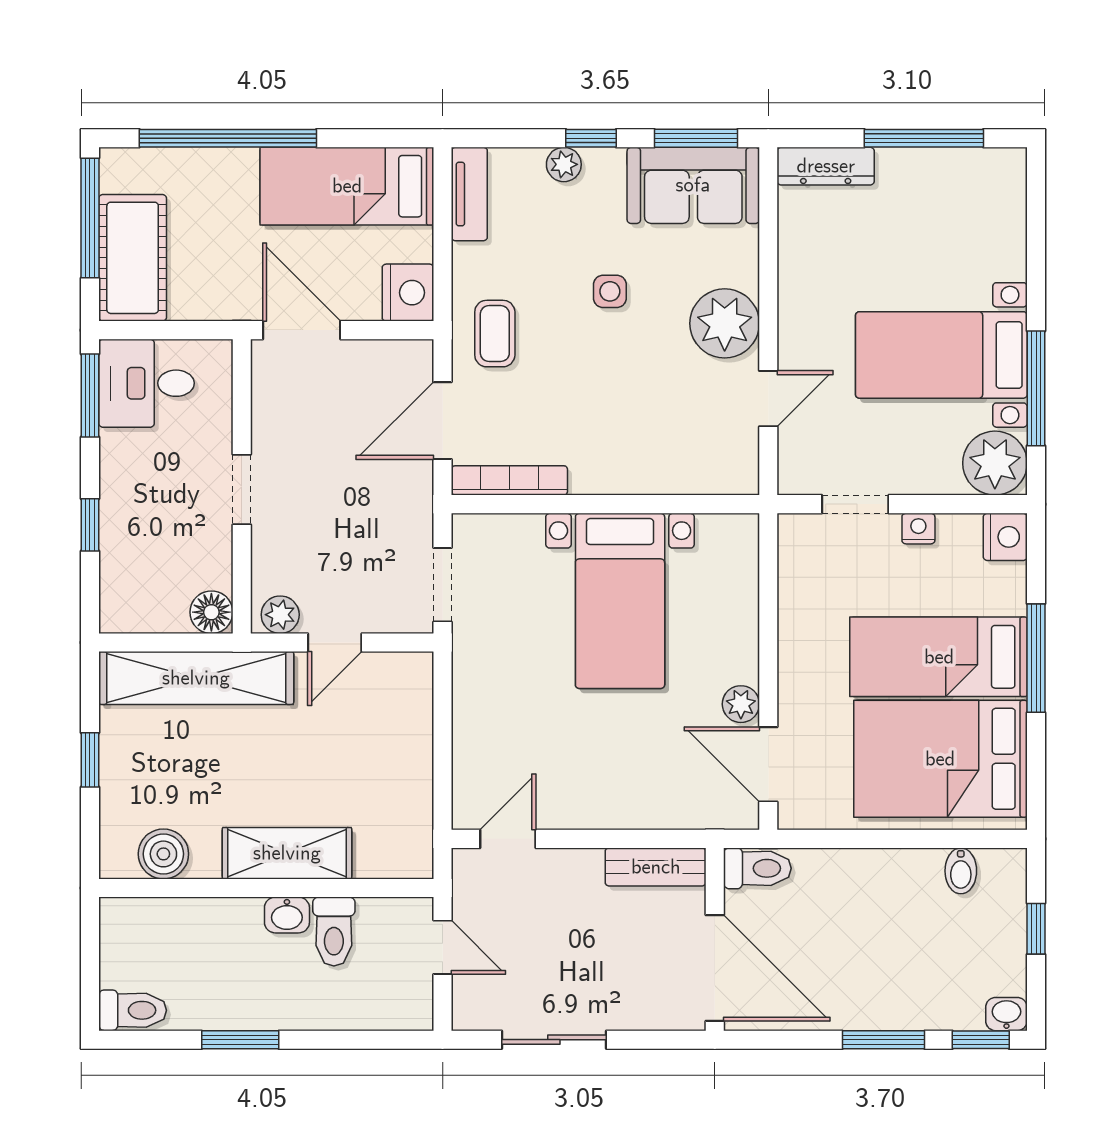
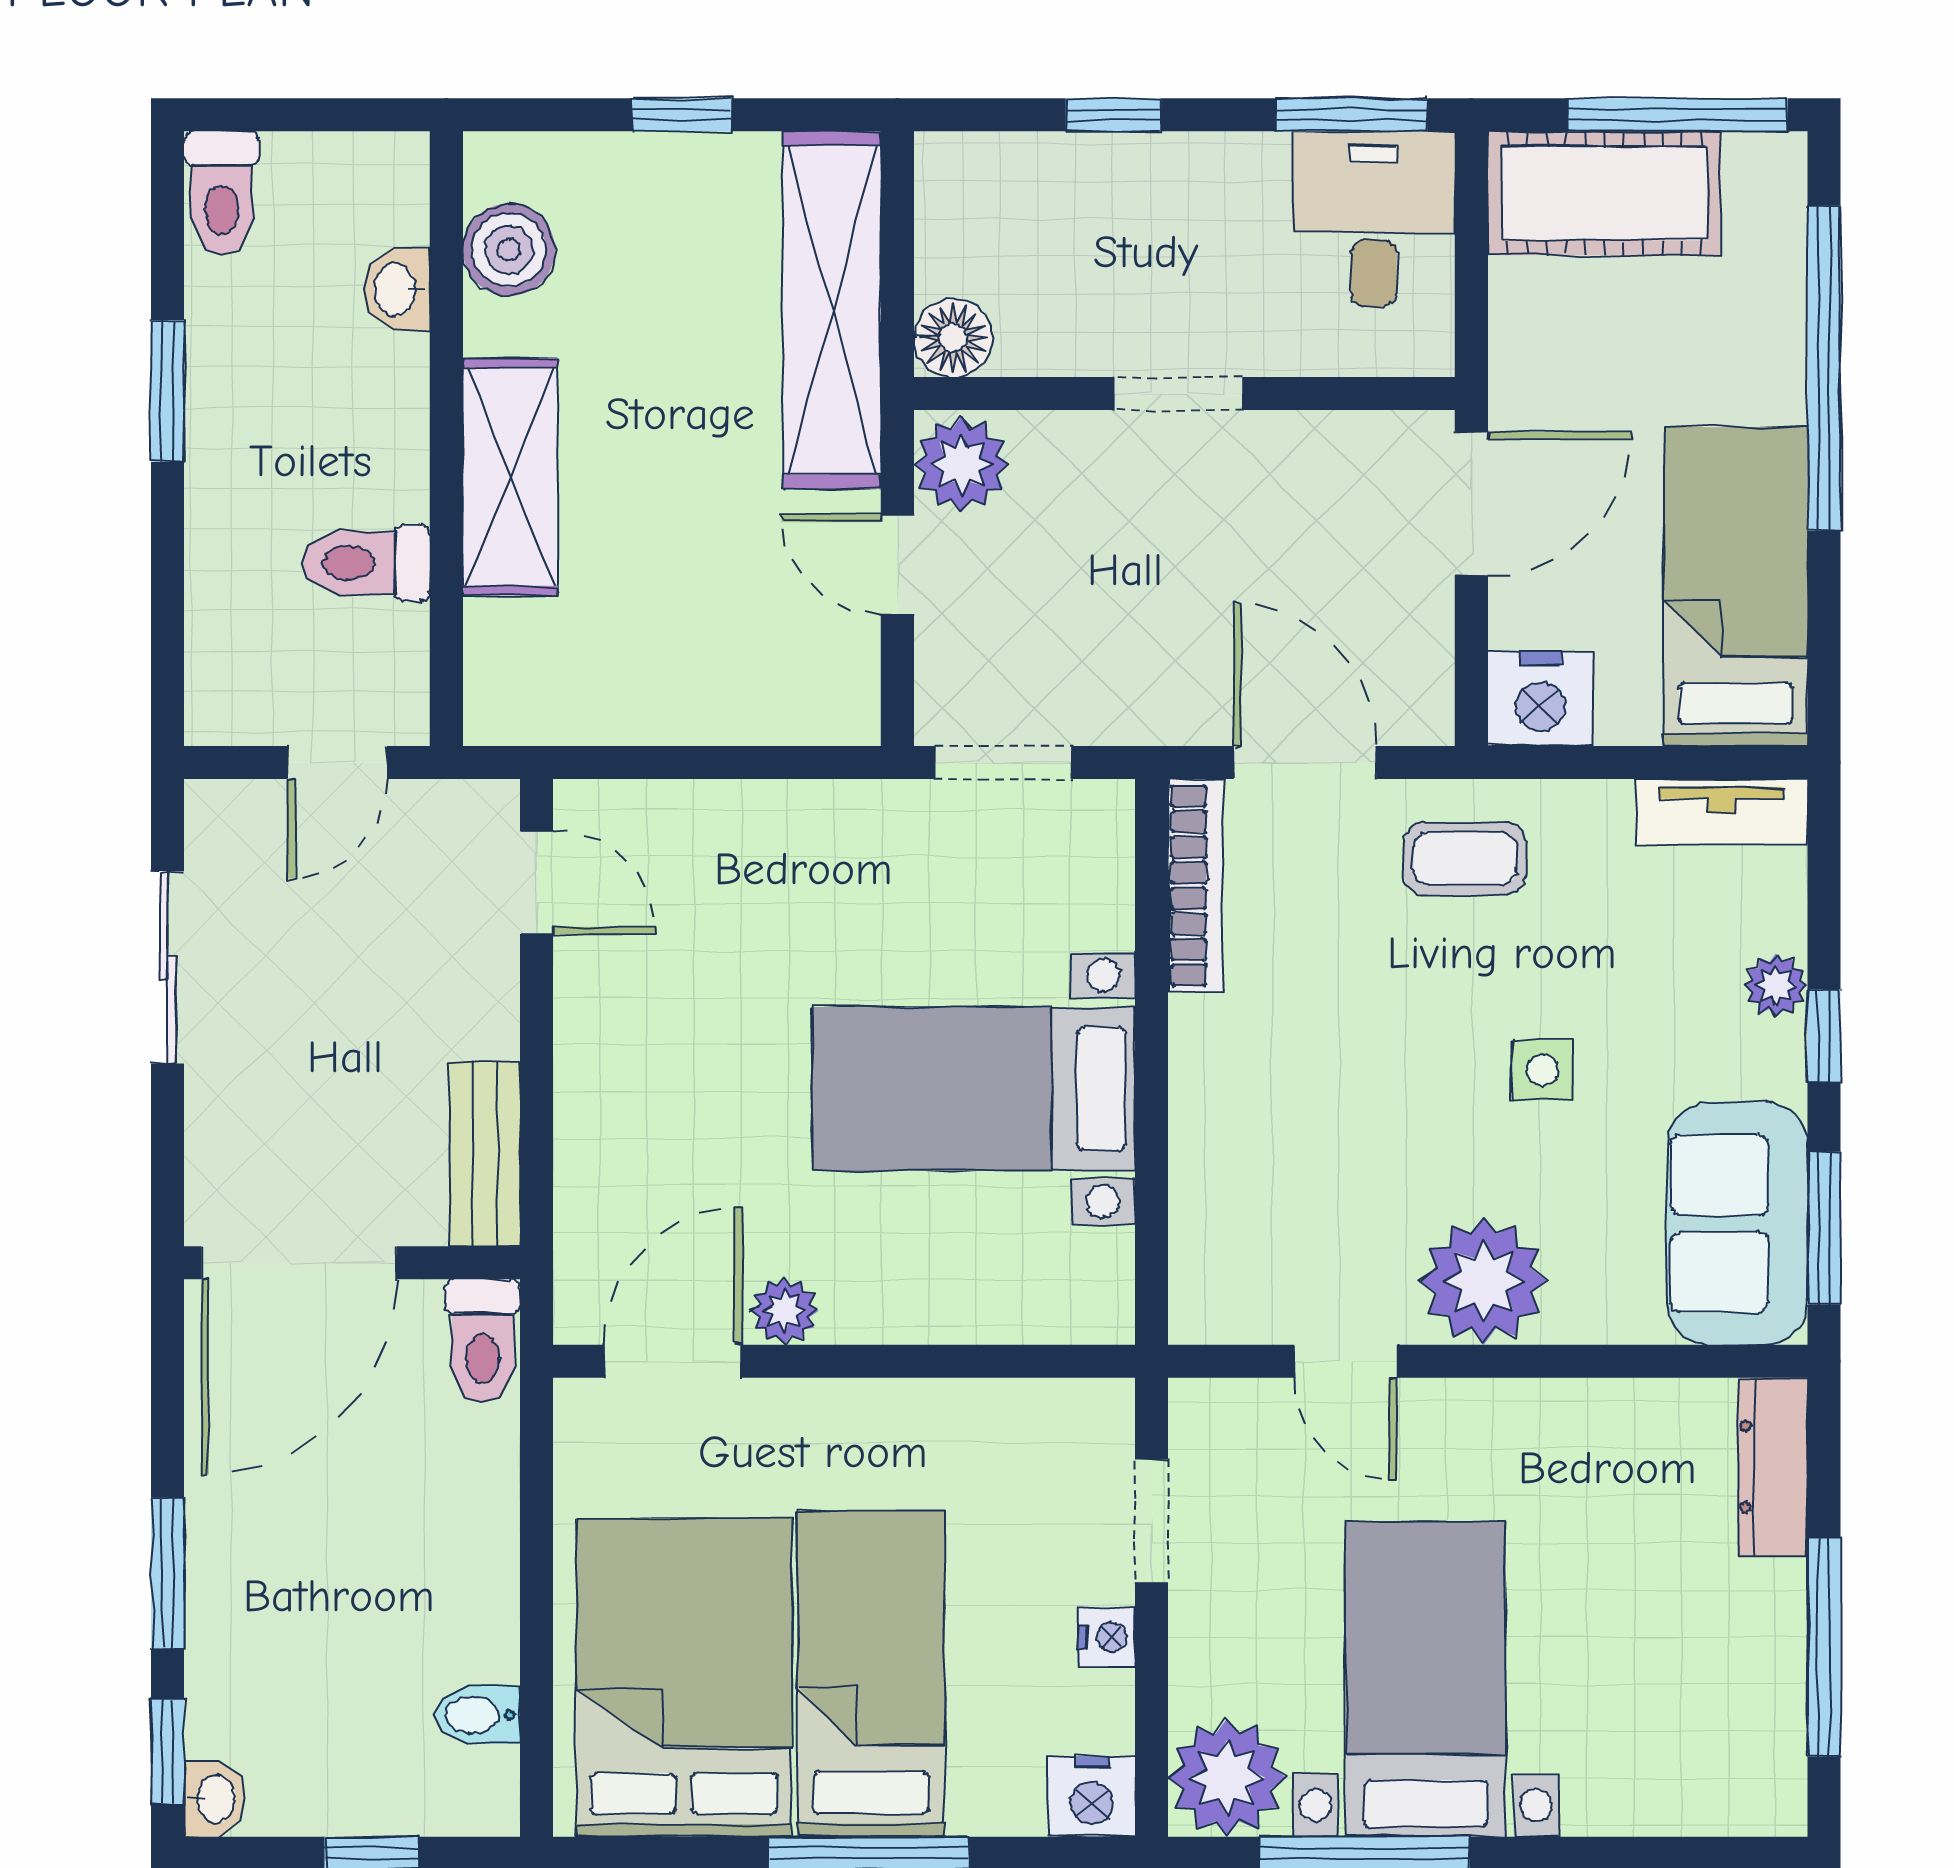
plant: (280, 615) -> (961, 464), width x1.38, depth x1.38
washbasin: (287, 915) -> (397, 289), moved

